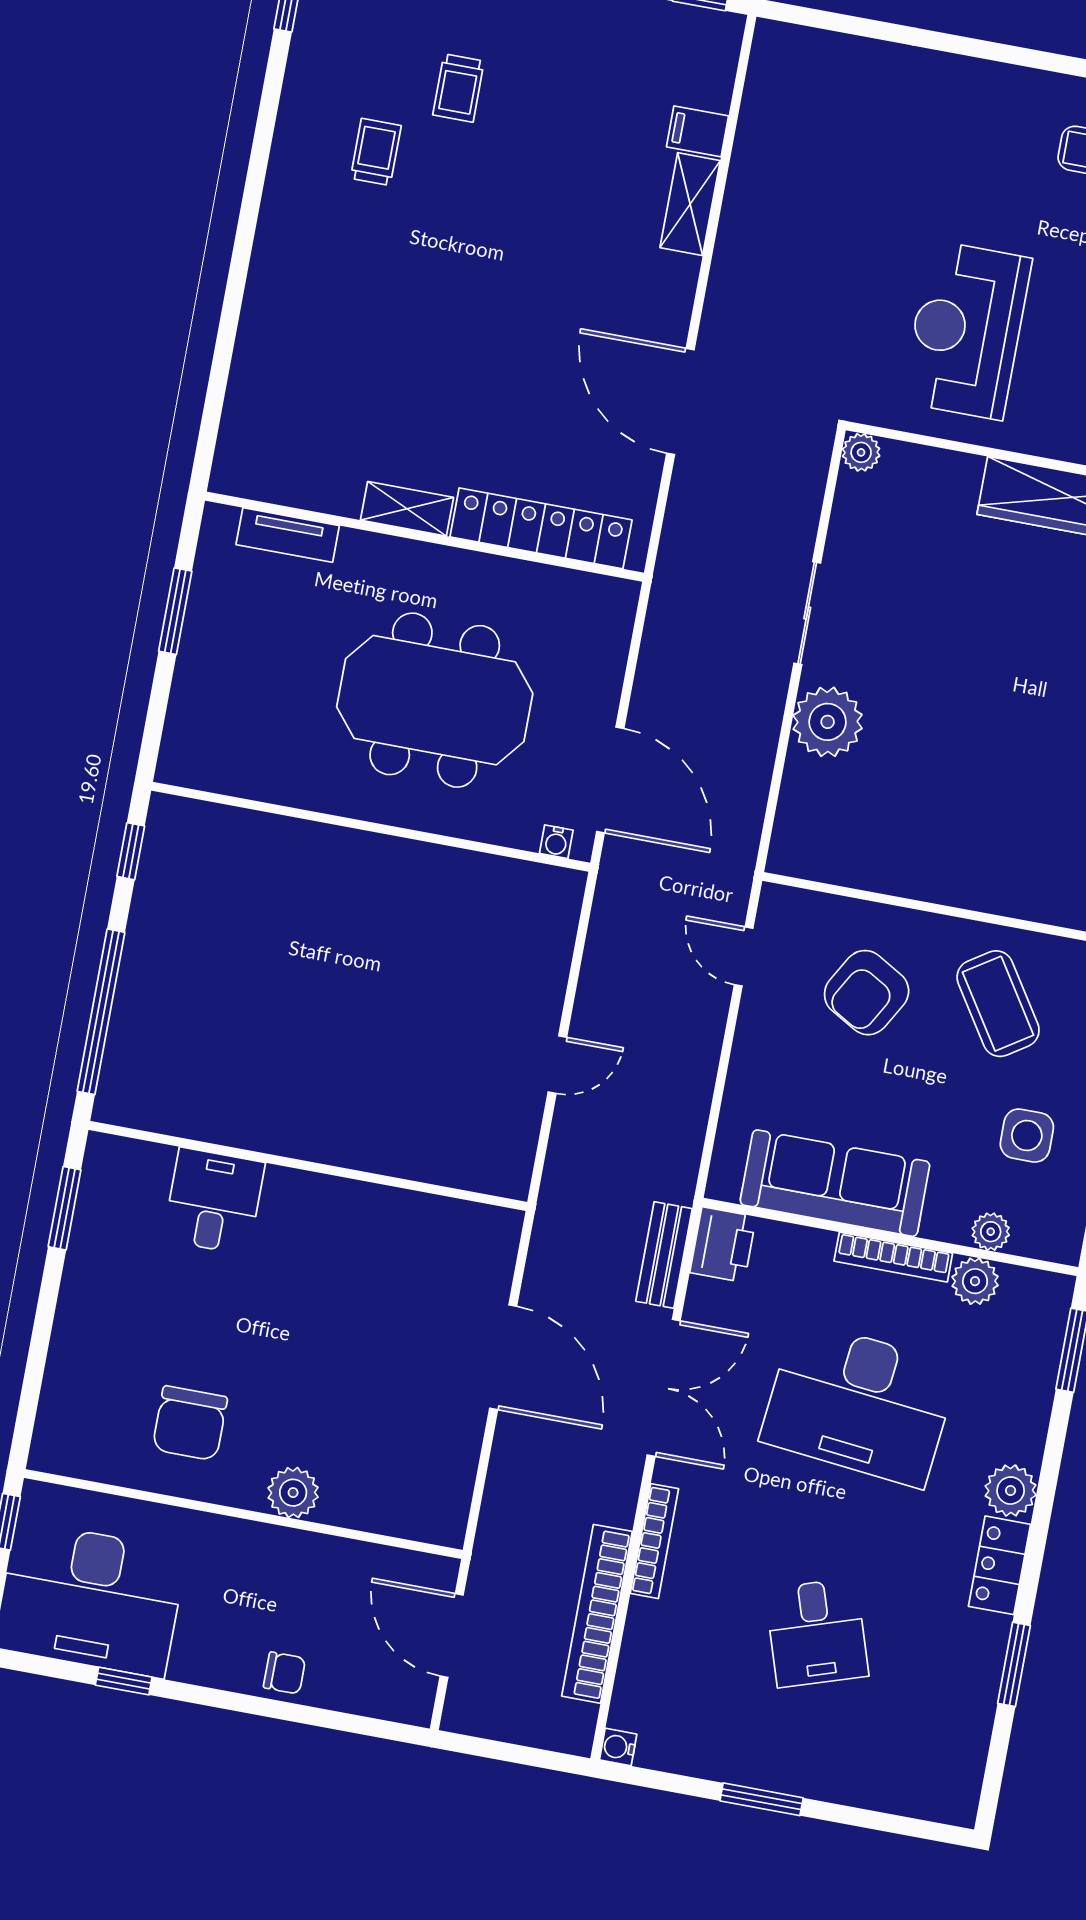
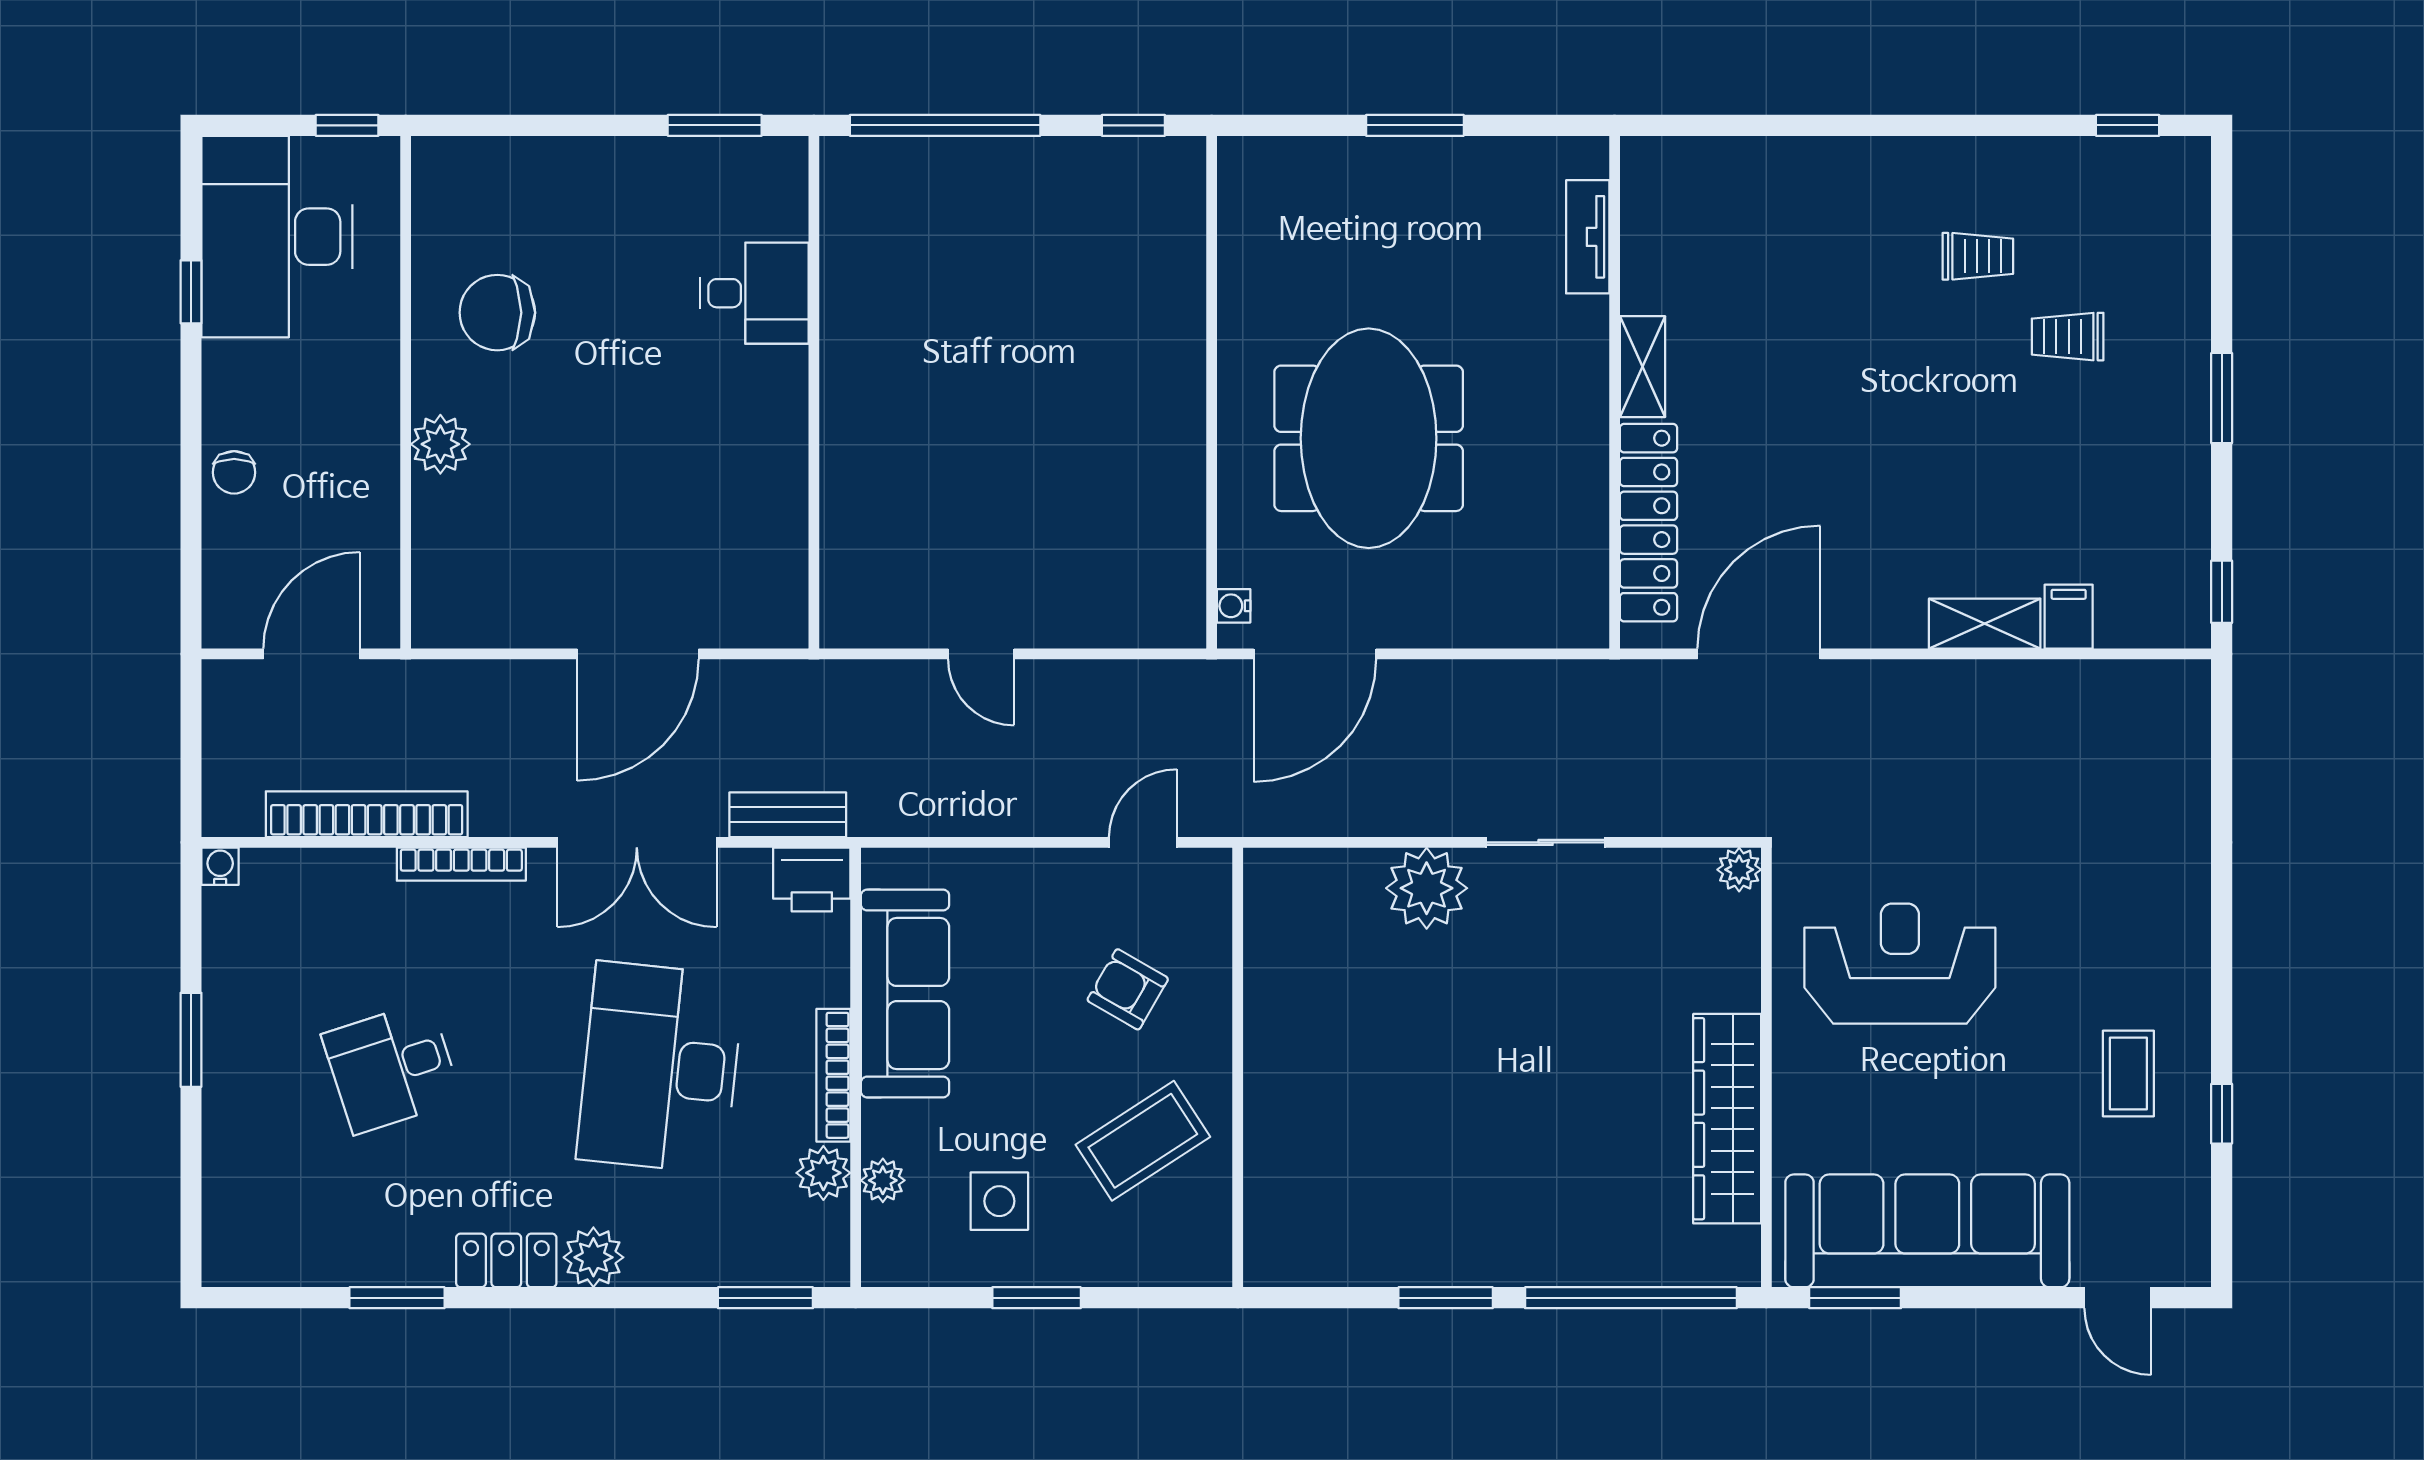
shelving: (407, 509) -> (1642, 367), moved
locker: (541, 528) -> (1648, 523), moved
tv unit: (288, 535) -> (1588, 237), moved
wall: (424, 537) -> (1615, 392), moved
armchair: (867, 993) -> (1128, 989), width x0.72, depth x0.72

